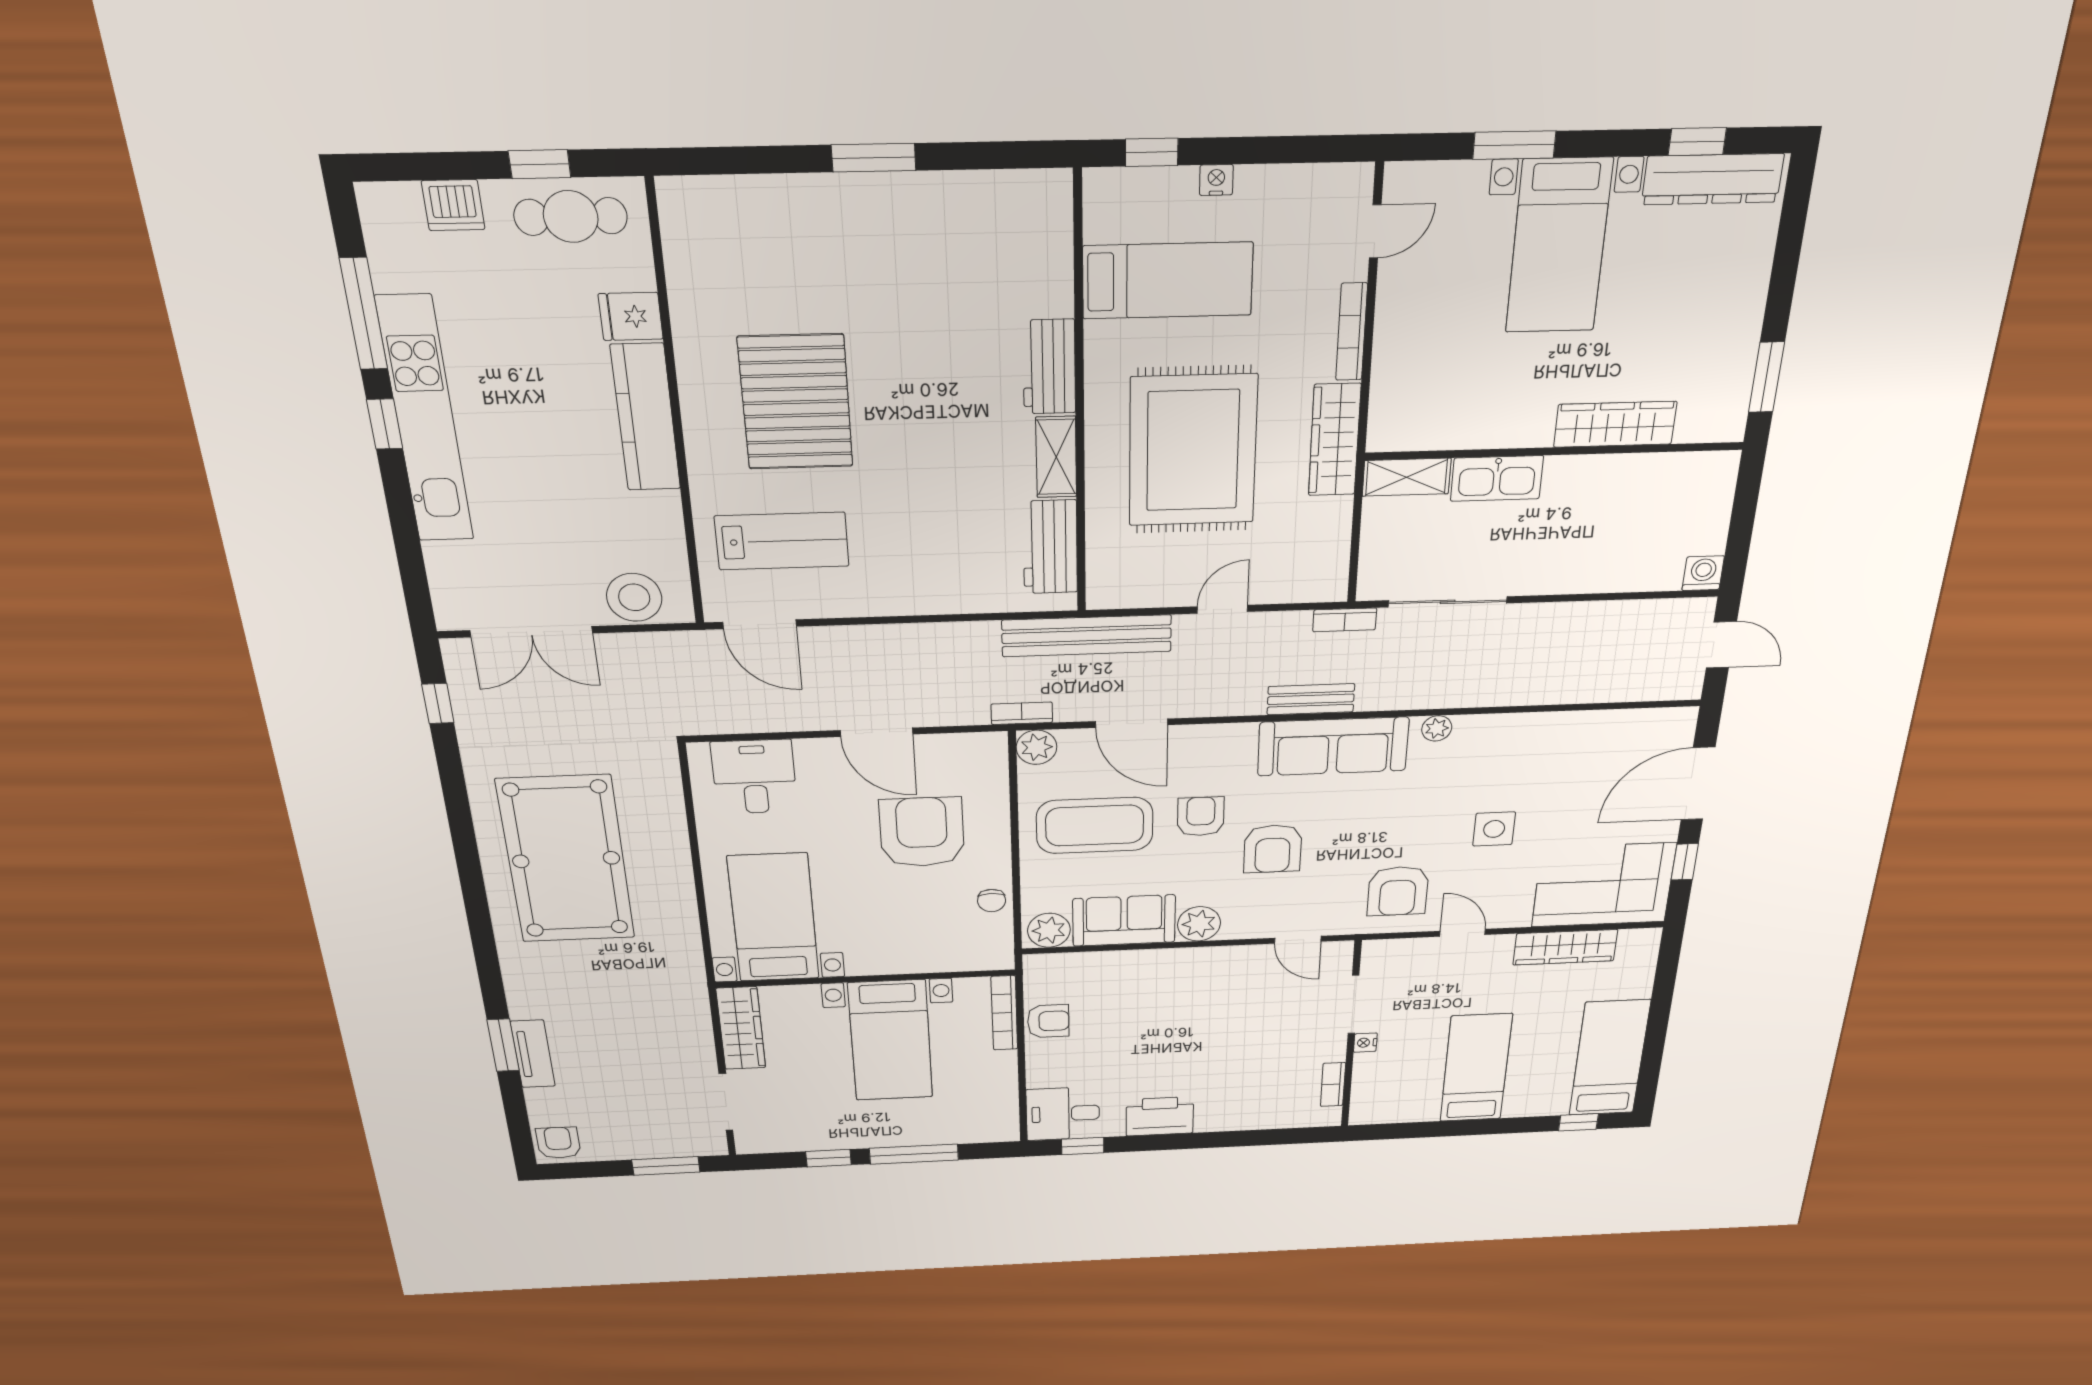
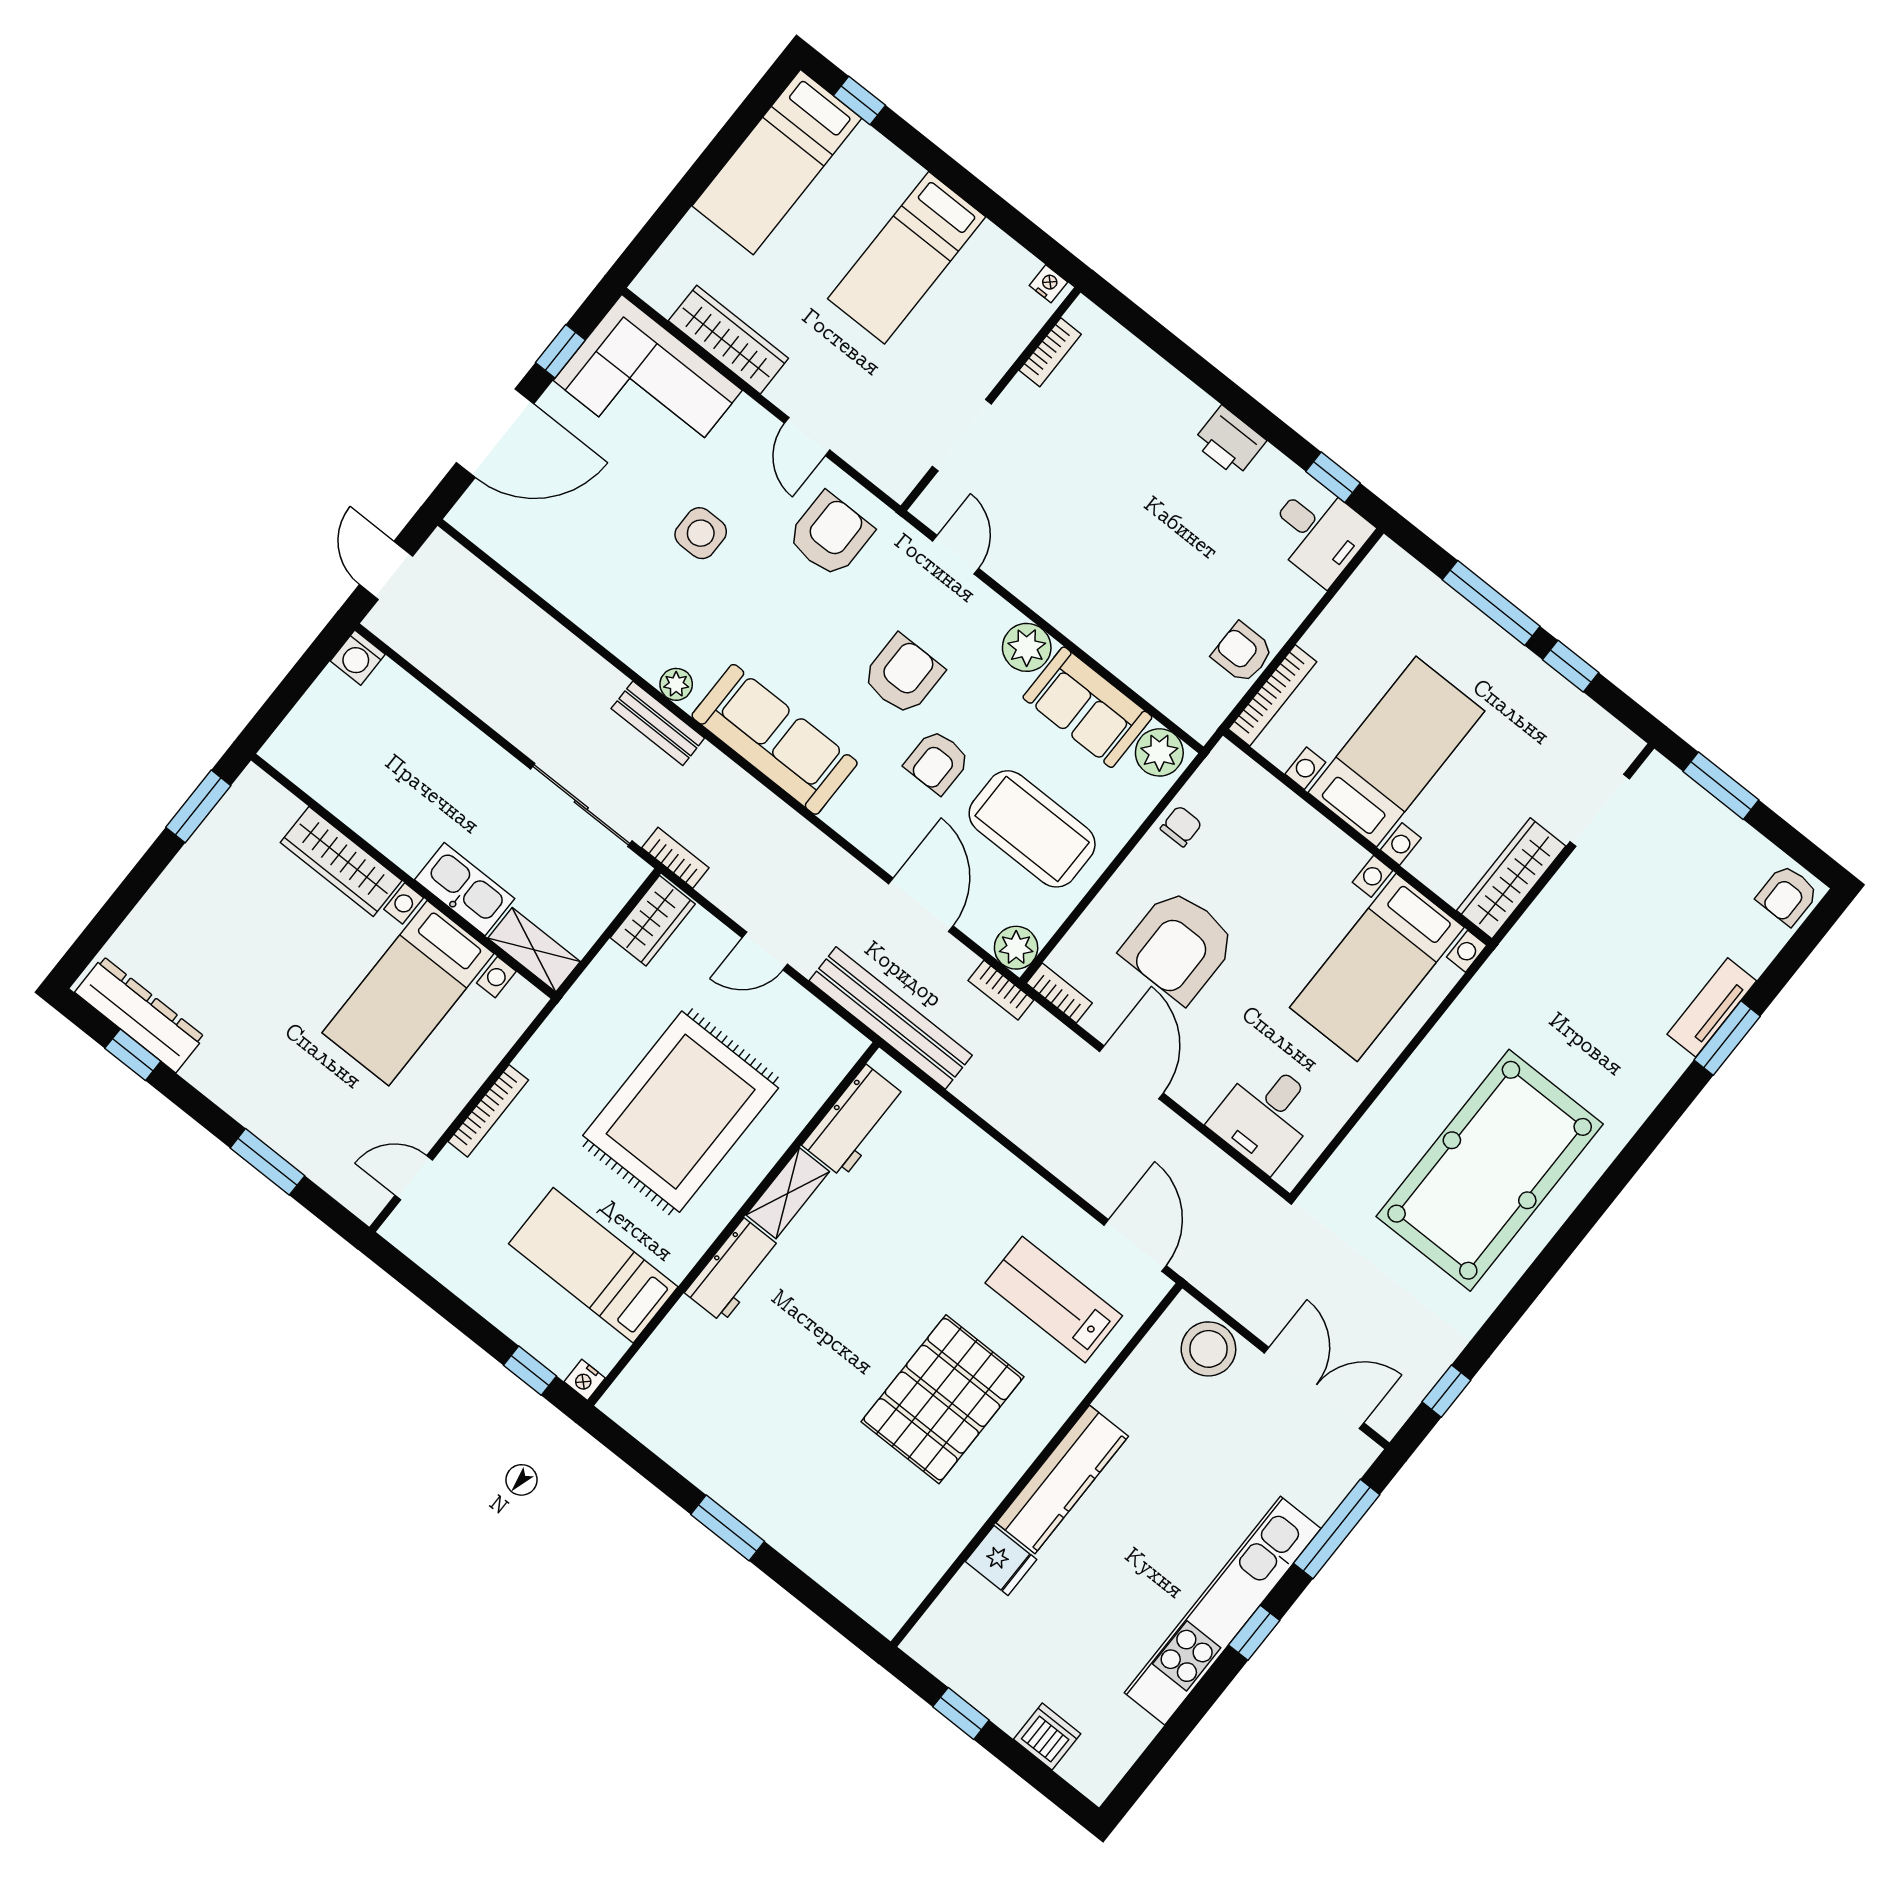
nightstand: (1216, 180) -> (585, 1380), moved
cafe table: (571, 217) -> (975, 1662), removed
bed with nightstands: (1559, 246) -> (408, 993), moved, turned 180
window: (364, 314) -> (1337, 1529), moved
wardrobe: (1335, 440) -> (653, 921), moved, width x0.67
bench: (1311, 699) -> (658, 723), moved
bookcase: (978, 742) -> (1059, 993), added
nightstand: (1365, 1043) -> (1048, 284), moved, turned -90
printer: (1160, 1116) -> (1229, 441), width x0.73, depth x0.84

